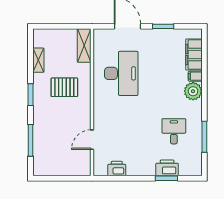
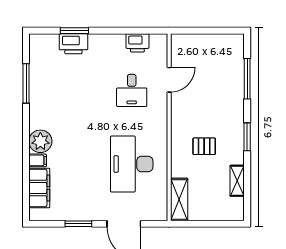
pallet: (64, 87) -> (204, 146), width x0.67, depth x0.71
desk: (174, 131) -> (132, 90), moved

